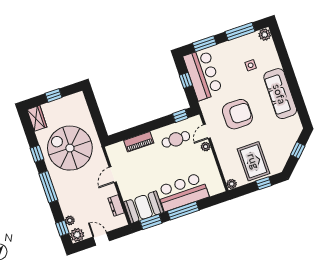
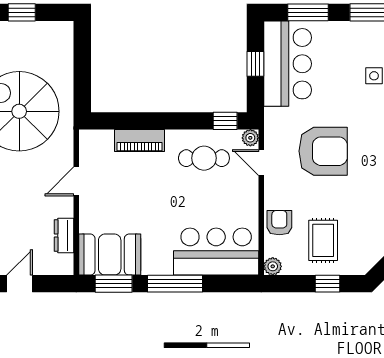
door: (207, 131) -> (261, 163), hinge flipped
plant: (206, 147) -> (250, 138), moved
armchair: (227, 160) -> (279, 223), added
rug: (254, 161) -> (323, 240), width x0.73, depth x0.70
bar counter: (183, 192) -> (216, 252), moved
door: (101, 239) -> (19, 284), hinge flipped

